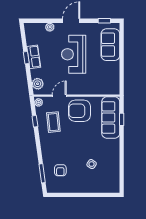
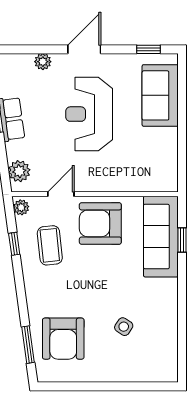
armchair: (60, 170) -> (63, 339), width x1.88, depth x1.88

